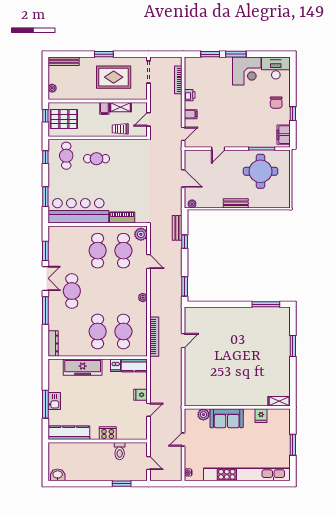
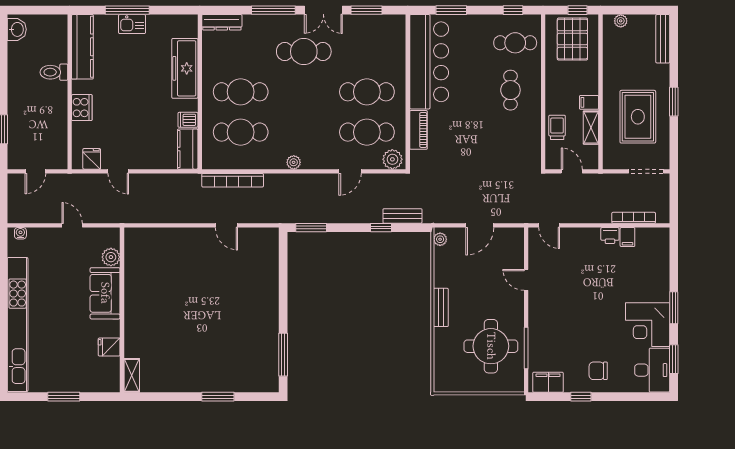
window: (210, 54) -> (674, 359), moved
filing cabinet: (191, 114) -> (627, 237), moved
fridge: (141, 395) -> (92, 159), moved
toilet: (120, 451) -> (54, 72), moved

